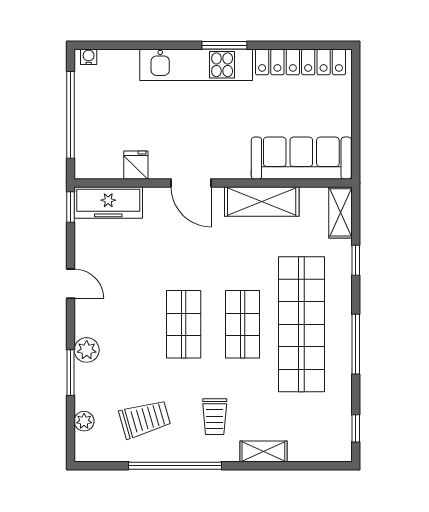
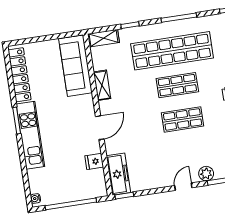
shelving: (262, 201) -> (102, 85), width x0.67, depth x0.75
door: (71, 284) -> (183, 187), moved

